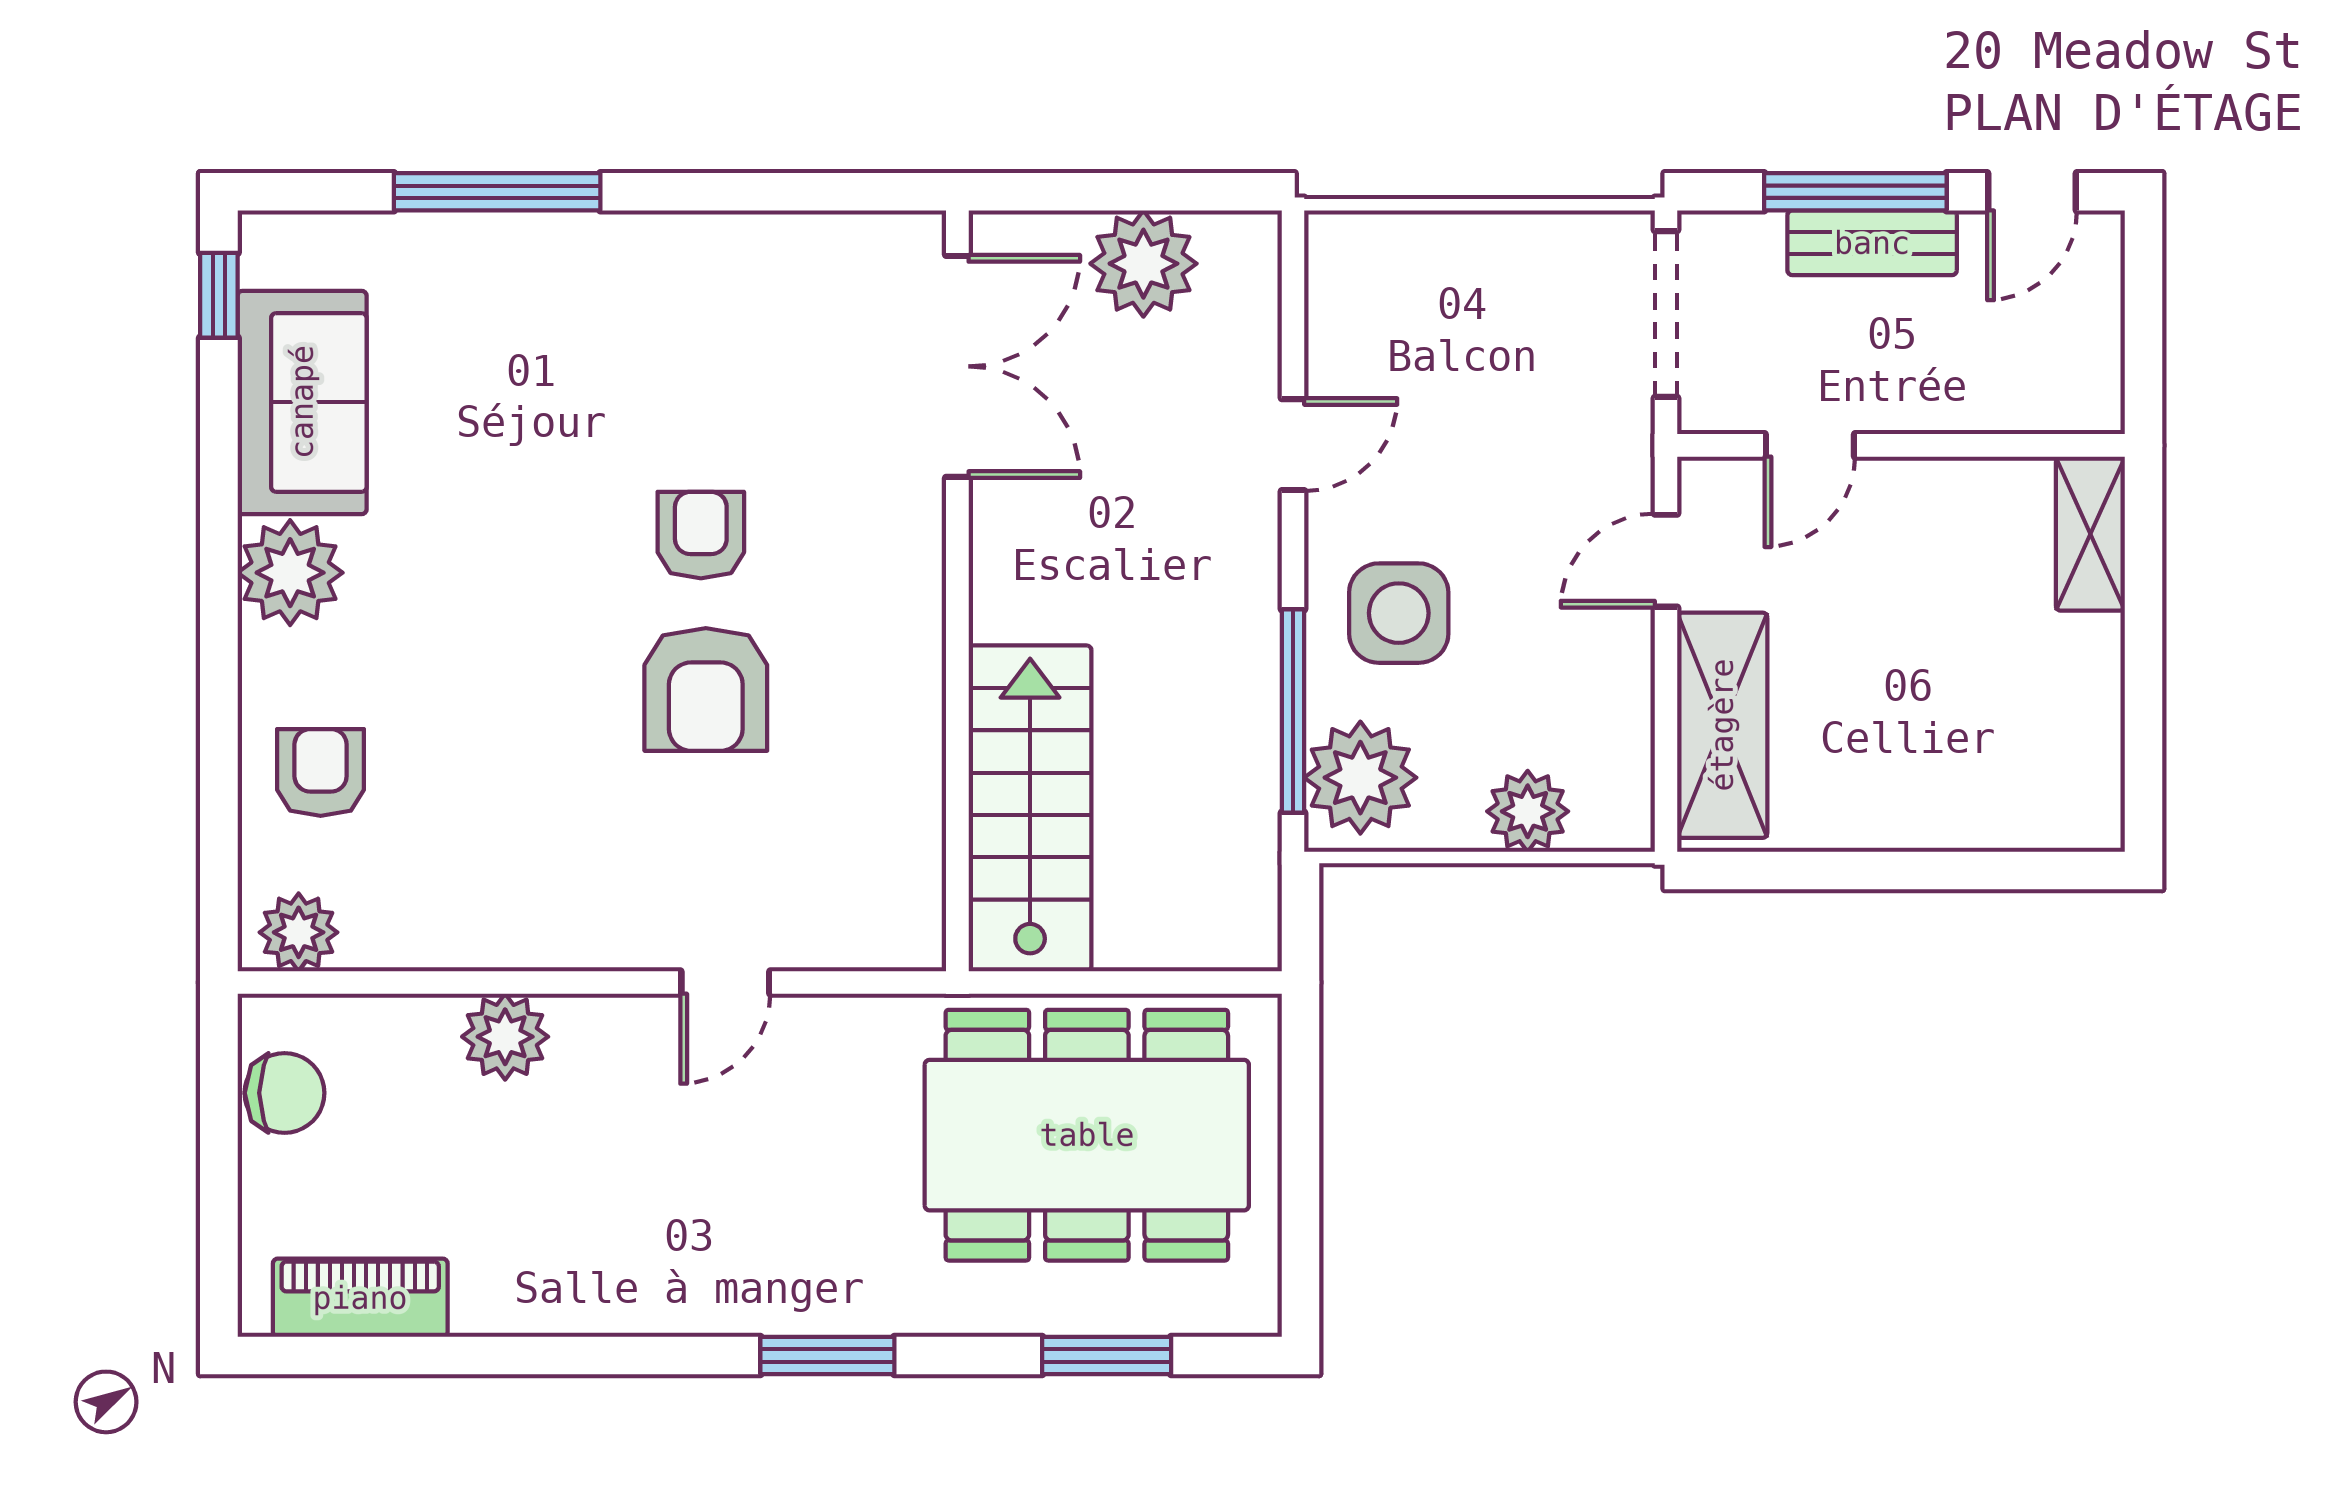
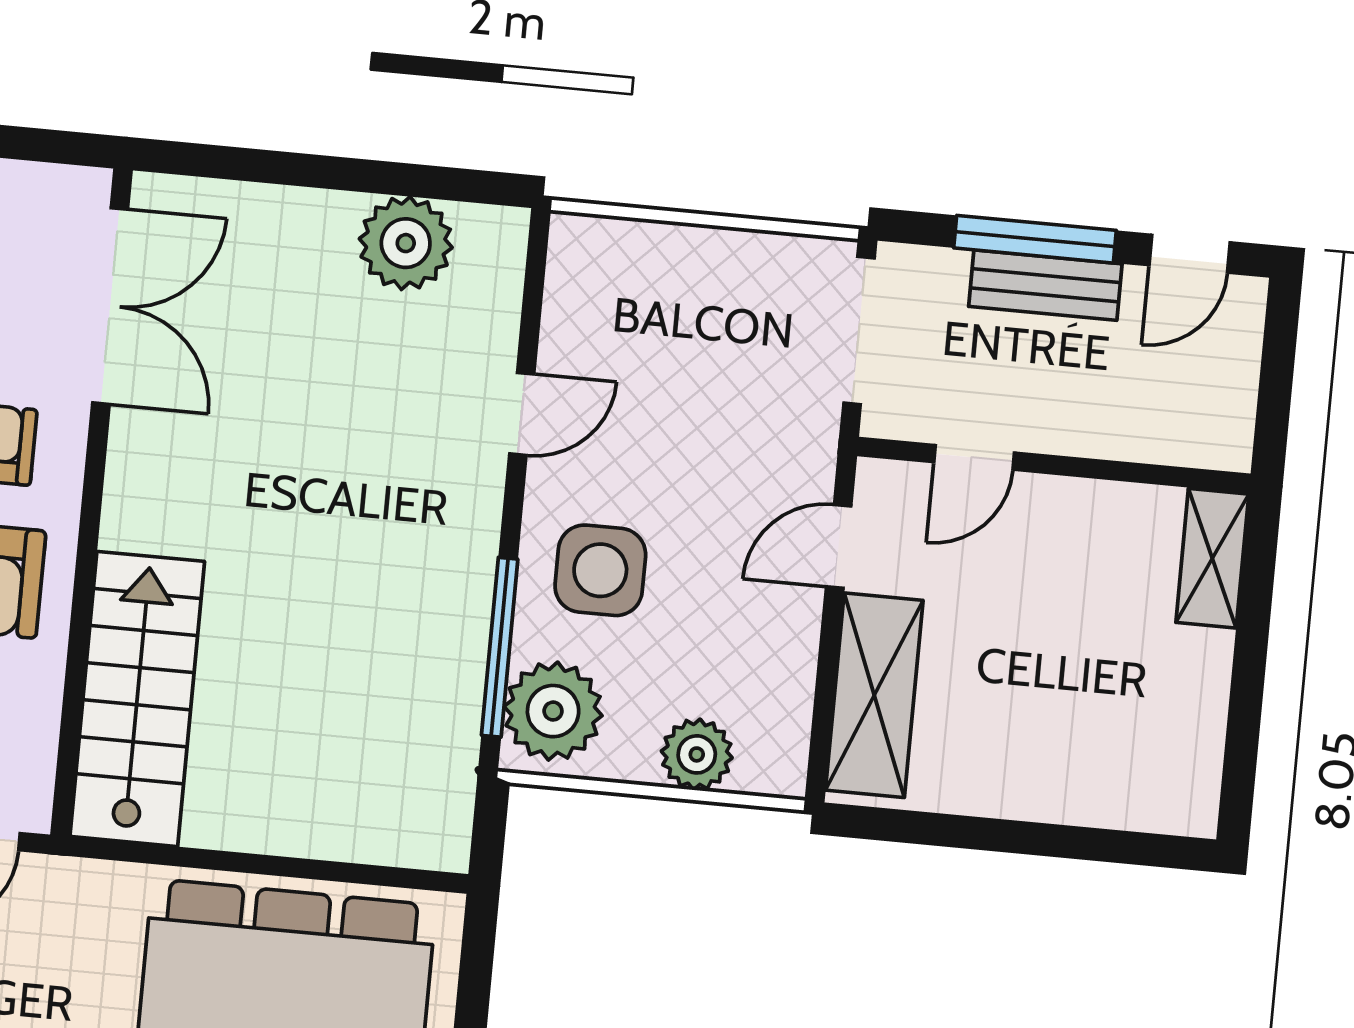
double door: (957, 366) -> (110, 306), moved
wall: (957, 591) -> (92, 502), moved
stairs: (1030, 808) -> (137, 699), moved

